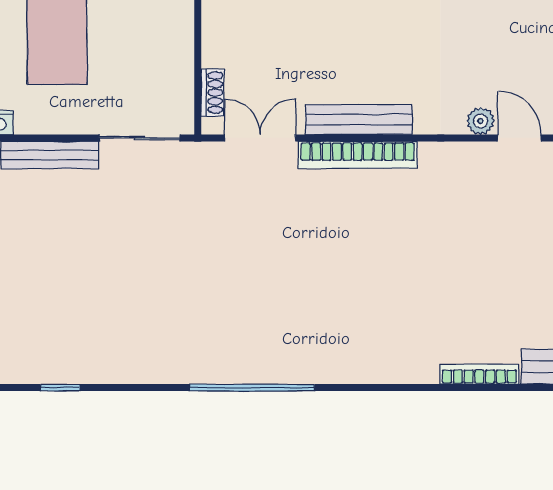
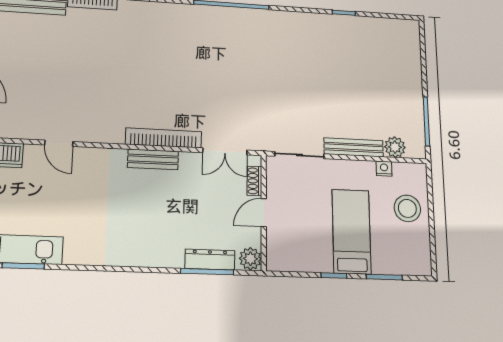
door: (198, 43) -> (264, 213), added
bench: (359, 120) -> (153, 159), width x0.73
plant: (481, 121) -> (83, 155), removed

